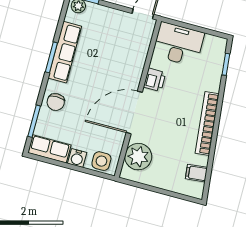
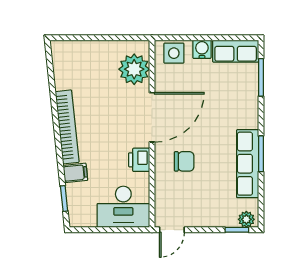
chair: (56, 102) -> (184, 161), moved, turned 90
filing cabinet: (196, 173) -> (75, 173), moved

